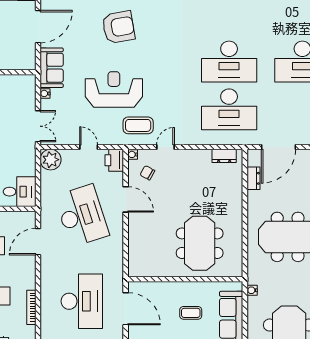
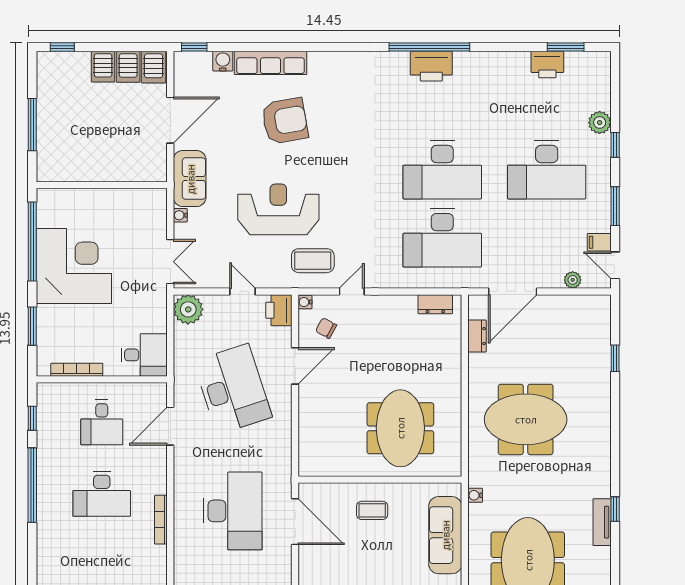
door: (126, 199) -> (295, 366), hinge flipped
coffee table: (191, 313) -> (372, 510), moved

